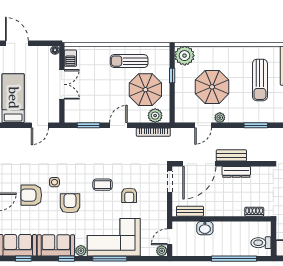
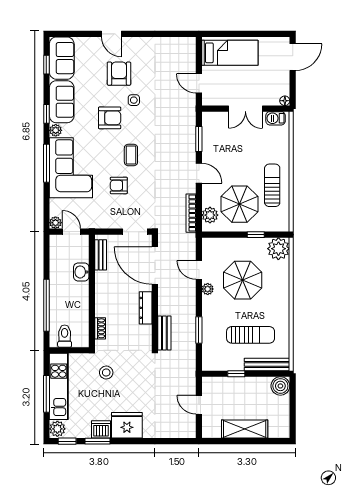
sun lounger: (260, 80) -> (251, 335), turned 180
bench: (231, 155) -> (164, 333), moved

